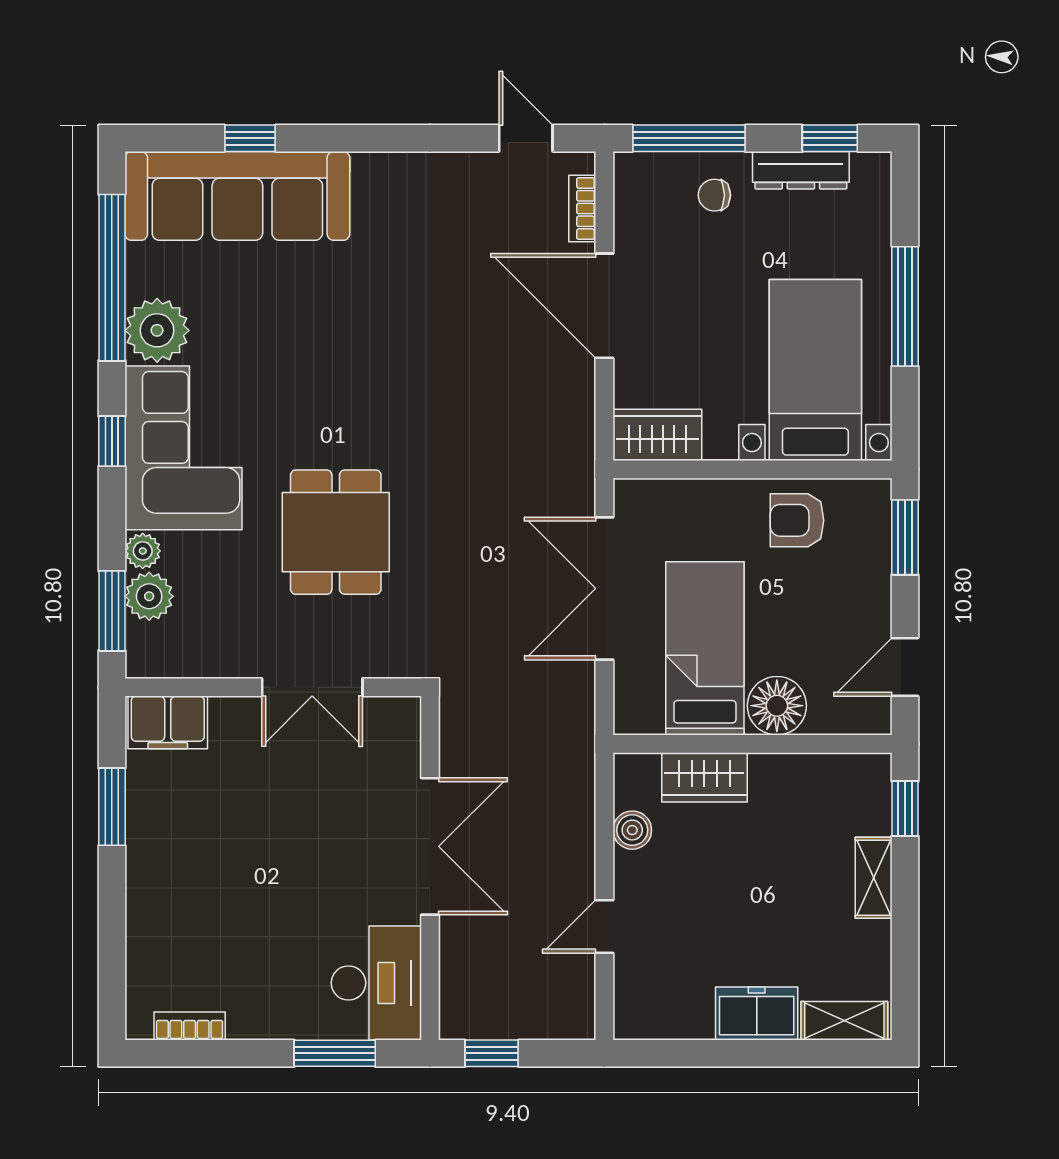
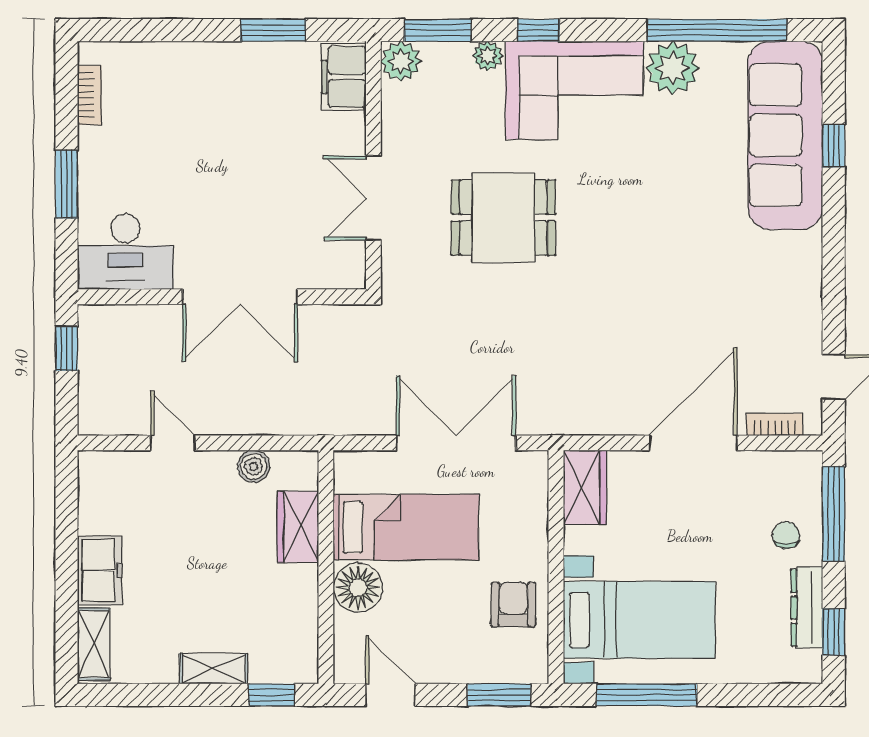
window: (905, 306) -> (647, 695), moved
window: (112, 441) -> (538, 30), moved
plant: (149, 596) -> (401, 61), moved
window: (335, 1053) -> (67, 184), moved

